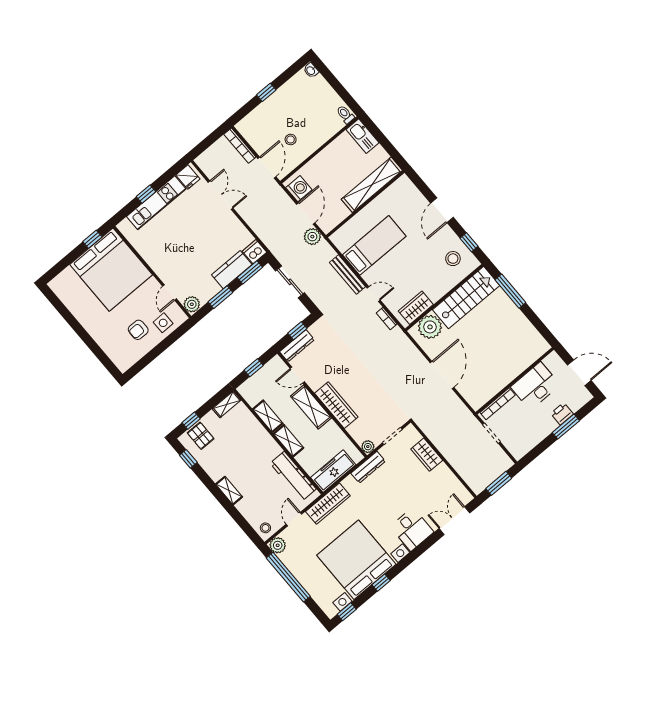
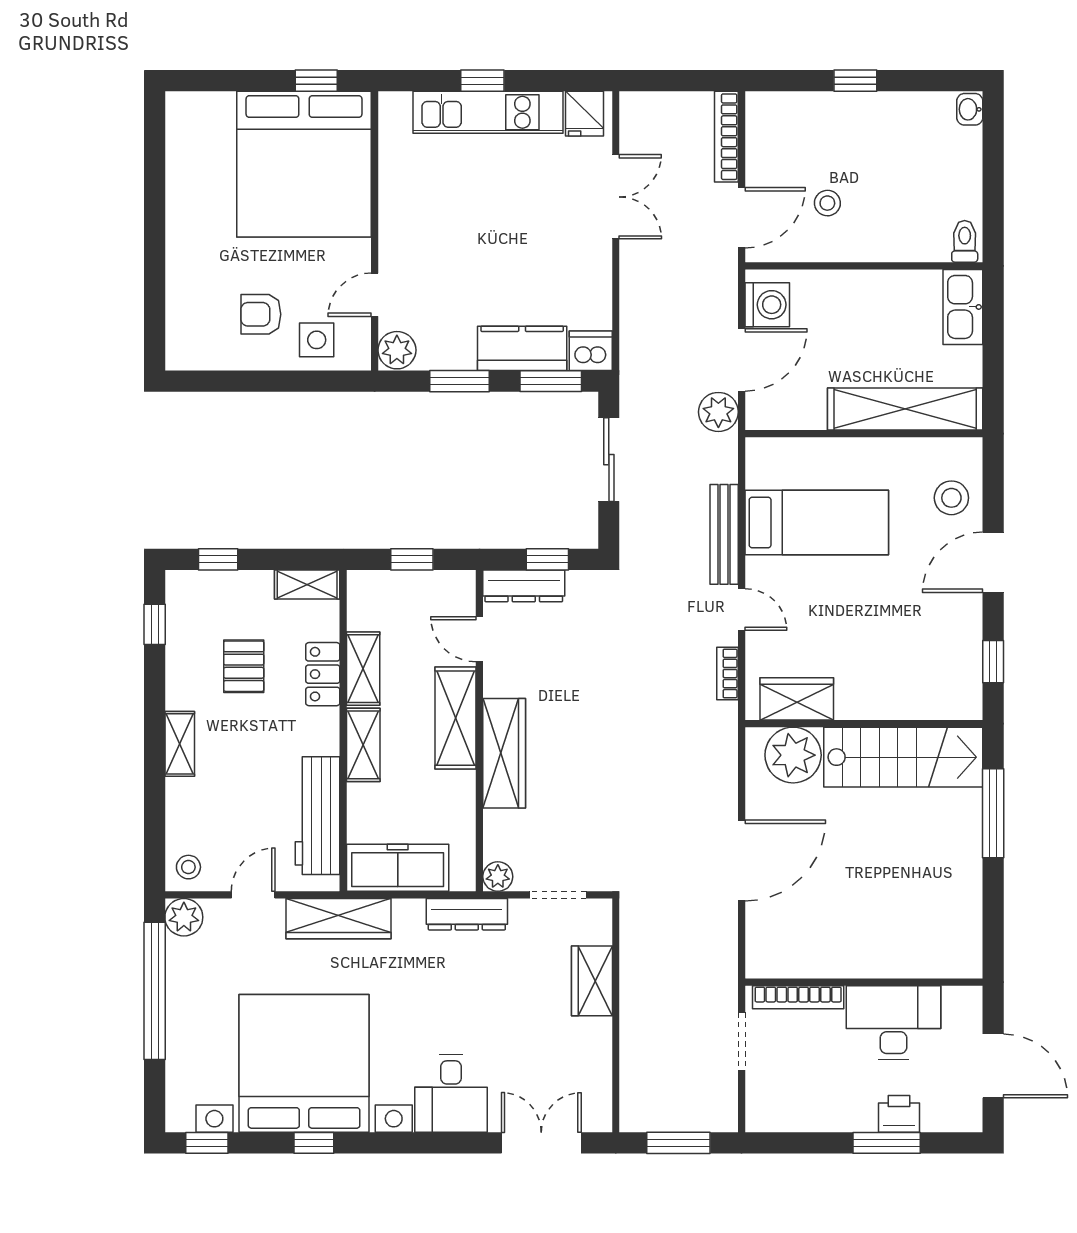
stool: (453, 259) -> (951, 498), moved
locker: (256, 429) -> (323, 674), added
pallet: (201, 436) -> (244, 666), moved

